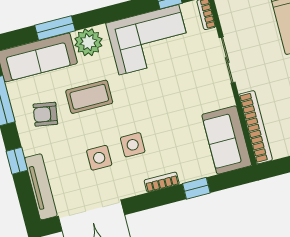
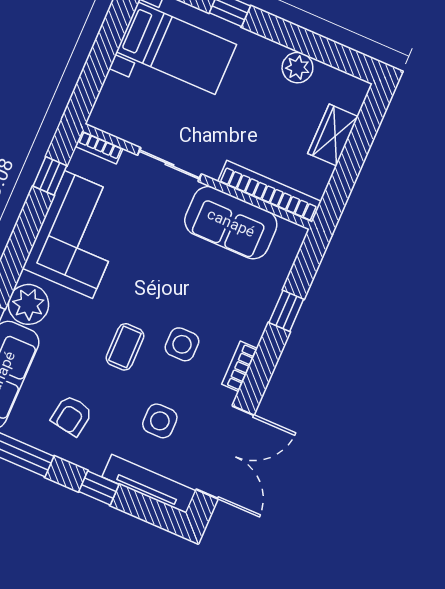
coffee table: (89, 97) -> (125, 347), moved, width x0.73, depth x0.77
sofa: (227, 140) -> (231, 223), moved
side table: (99, 158) -> (160, 421), moved
bookcase: (162, 182) -> (240, 366), moved

